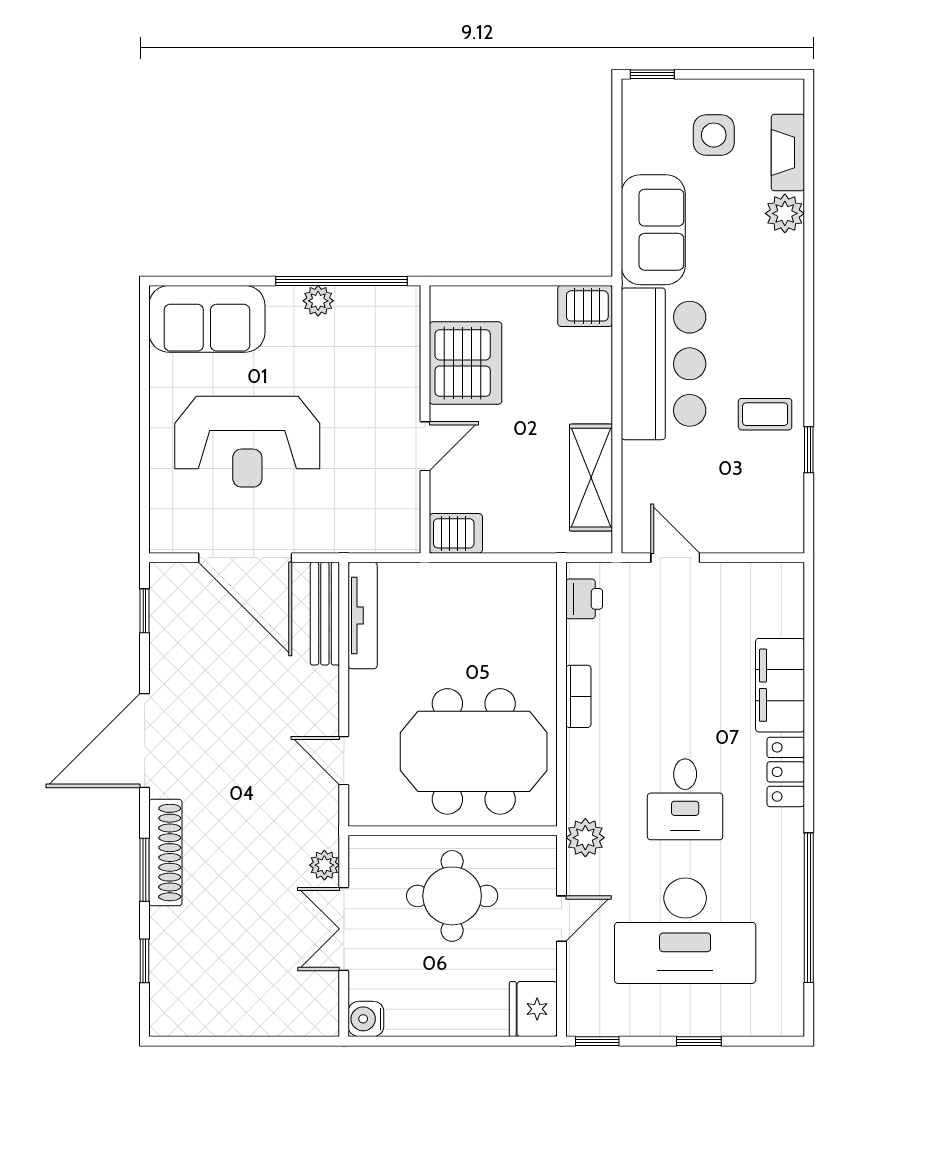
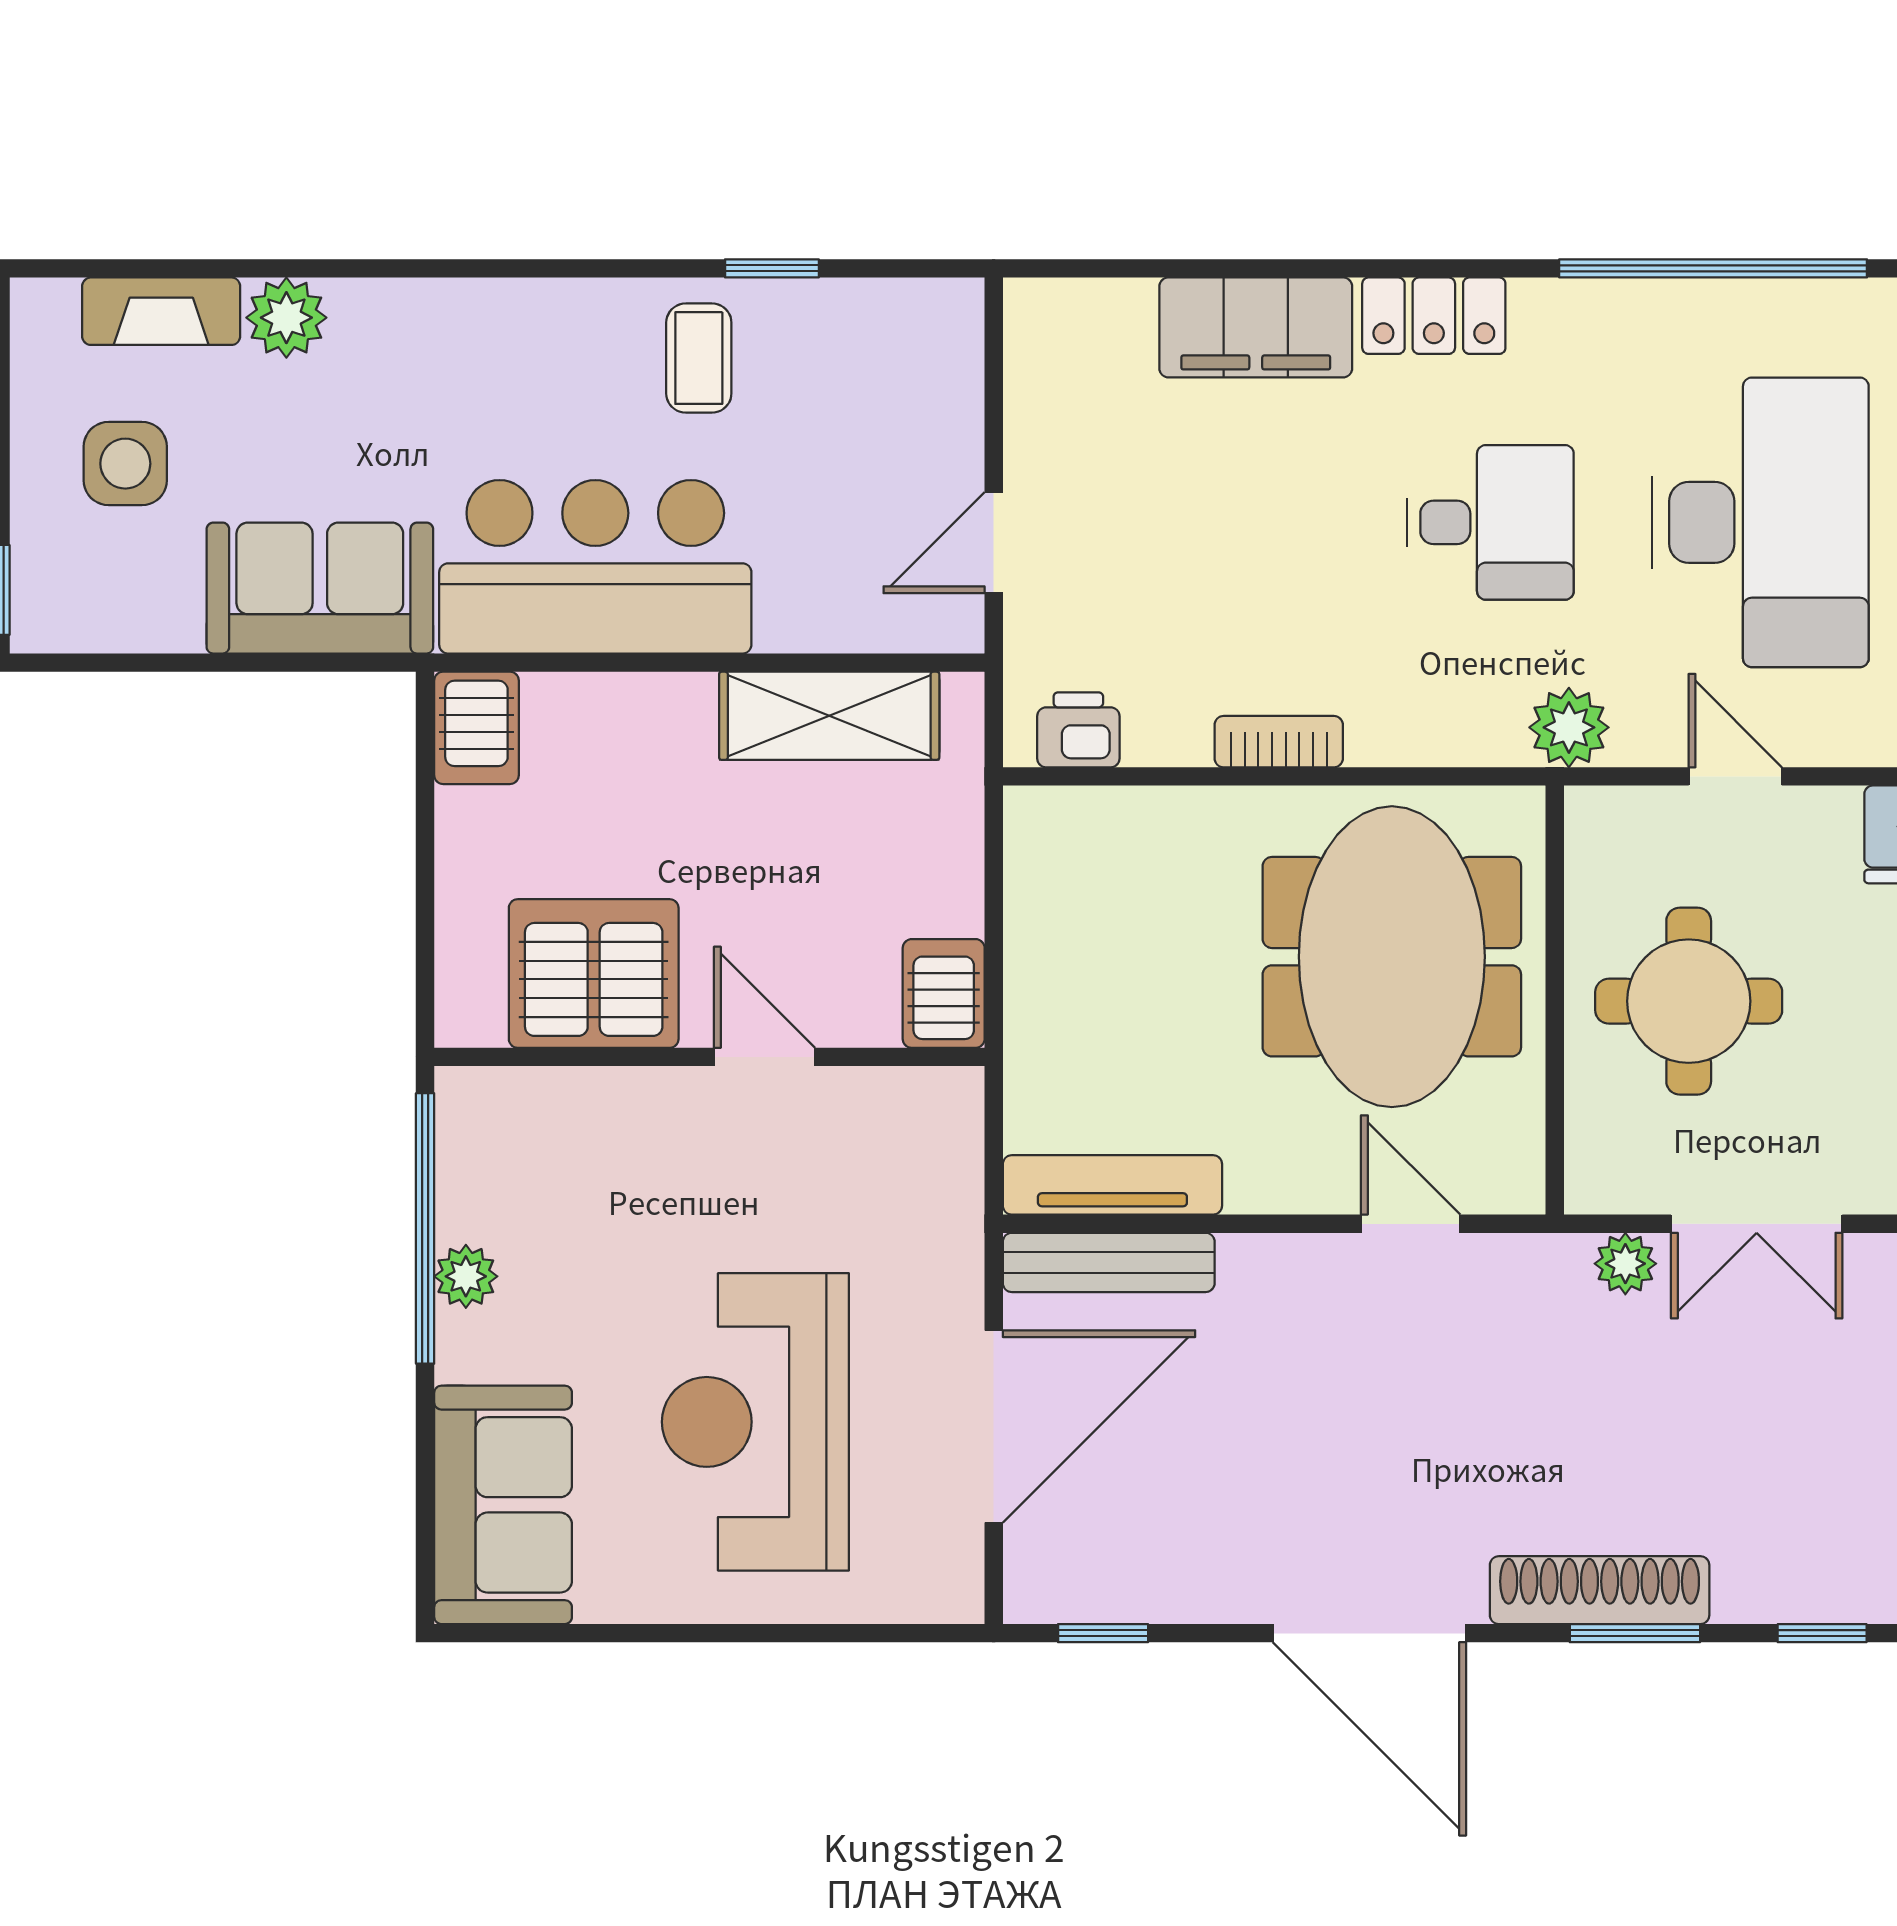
reception desk: (247, 442) -> (755, 1422), turned 180
door: (344, 761) -> (1411, 1224), swing flipped

